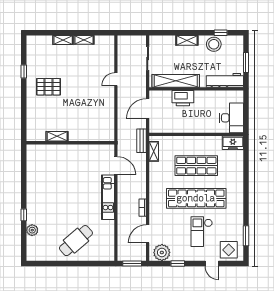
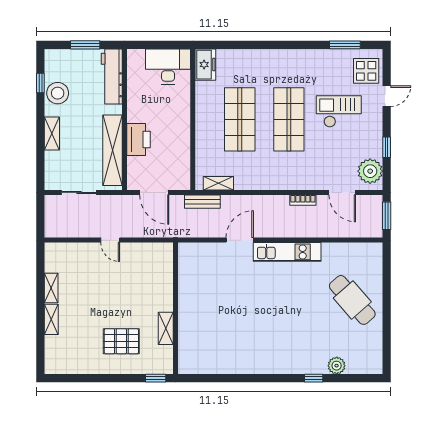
window: (24, 71) -> (156, 378), moved
pallet: (49, 87) -> (121, 341), turned 90
shelving: (57, 136) -> (166, 328), moved
wall: (70, 143) -> (175, 308), moved
shop shelf: (196, 198) -> (289, 119), width x0.71
checkout: (202, 232) -> (339, 111), turned 180

